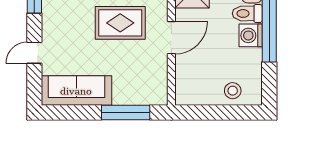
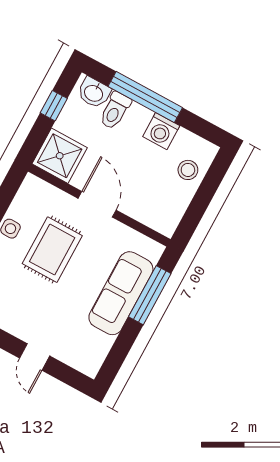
washing machine: (251, 35) -> (161, 131), moved
sofa: (76, 91) -> (121, 293), moved

